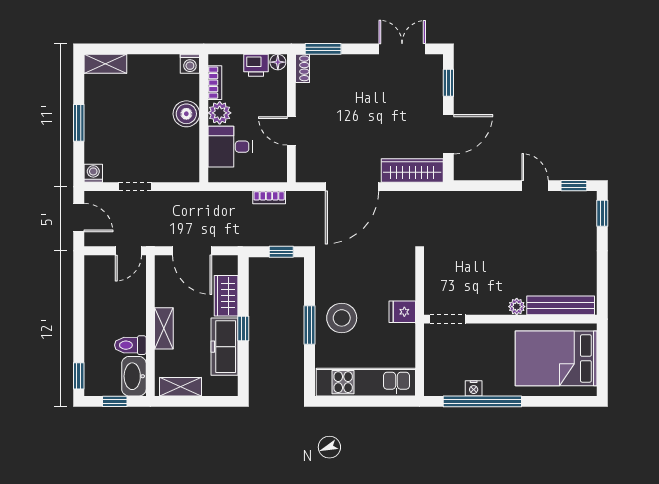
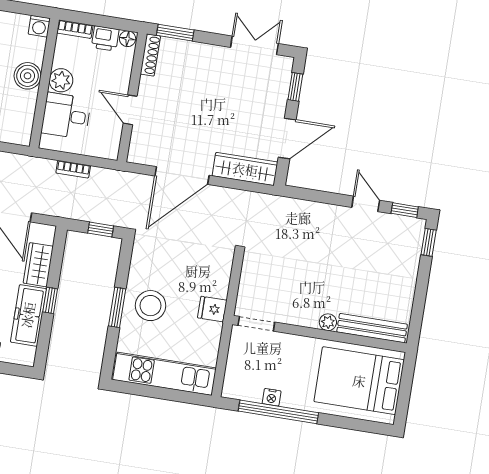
shoe rack: (303, 68) -> (150, 55), width x1.43
bookcase: (215, 83) -> (75, 29), moved, turned 90
bookcase: (269, 197) -> (73, 169), moved

